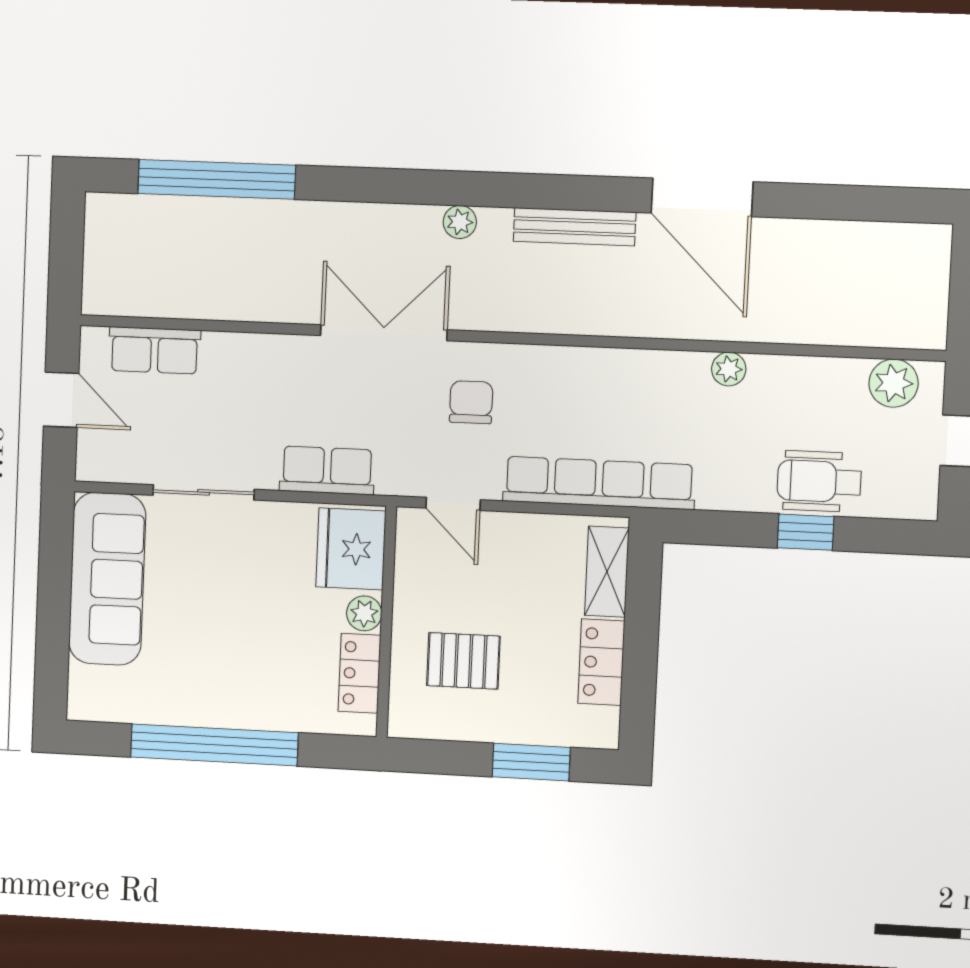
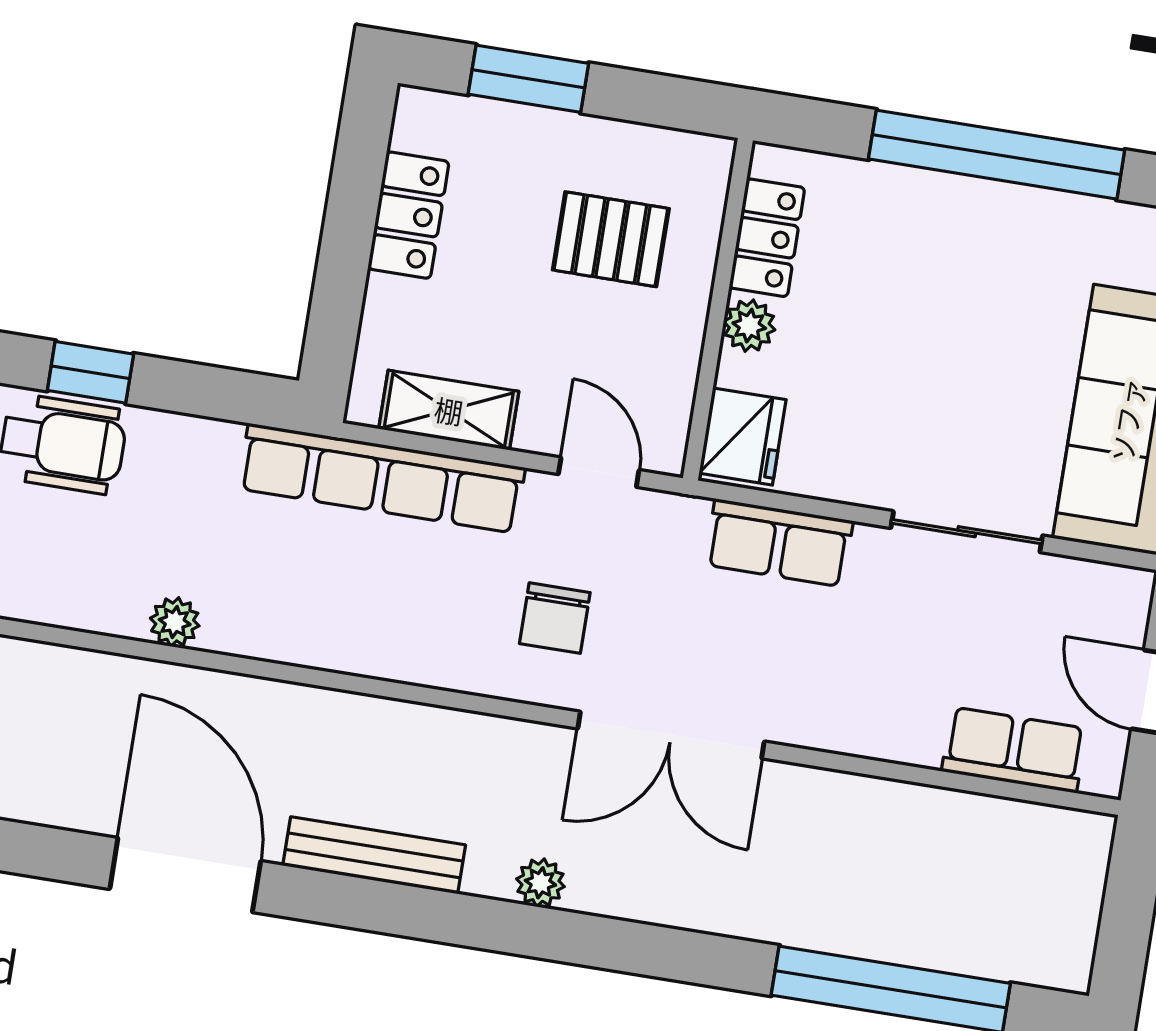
fridge: (351, 549) -> (743, 436), width x0.73, depth x0.75
shelving: (607, 572) -> (449, 410), moved, turned 90

